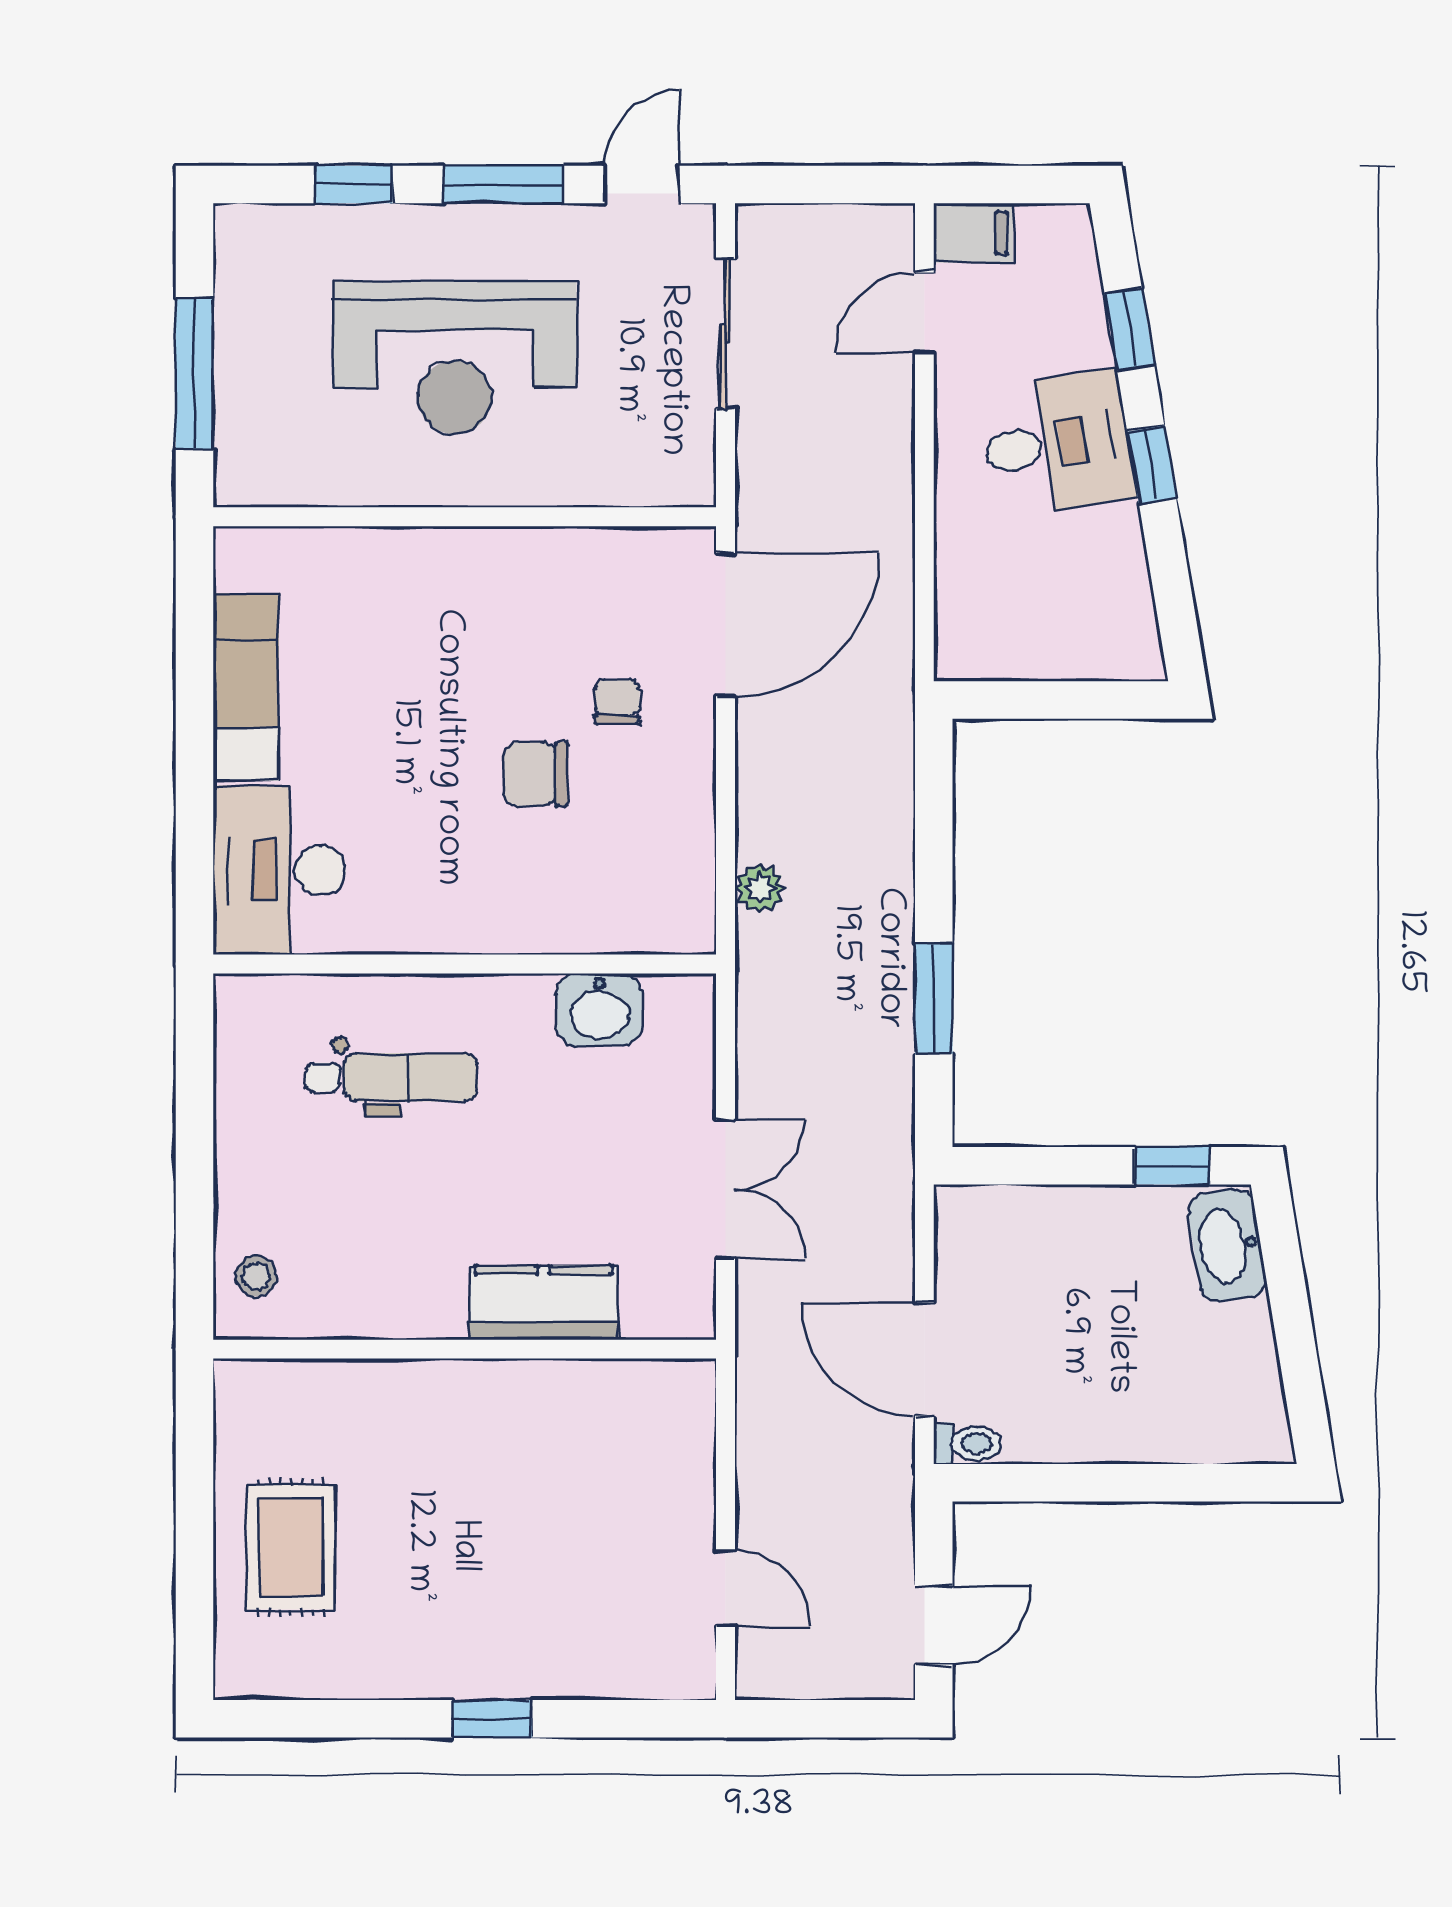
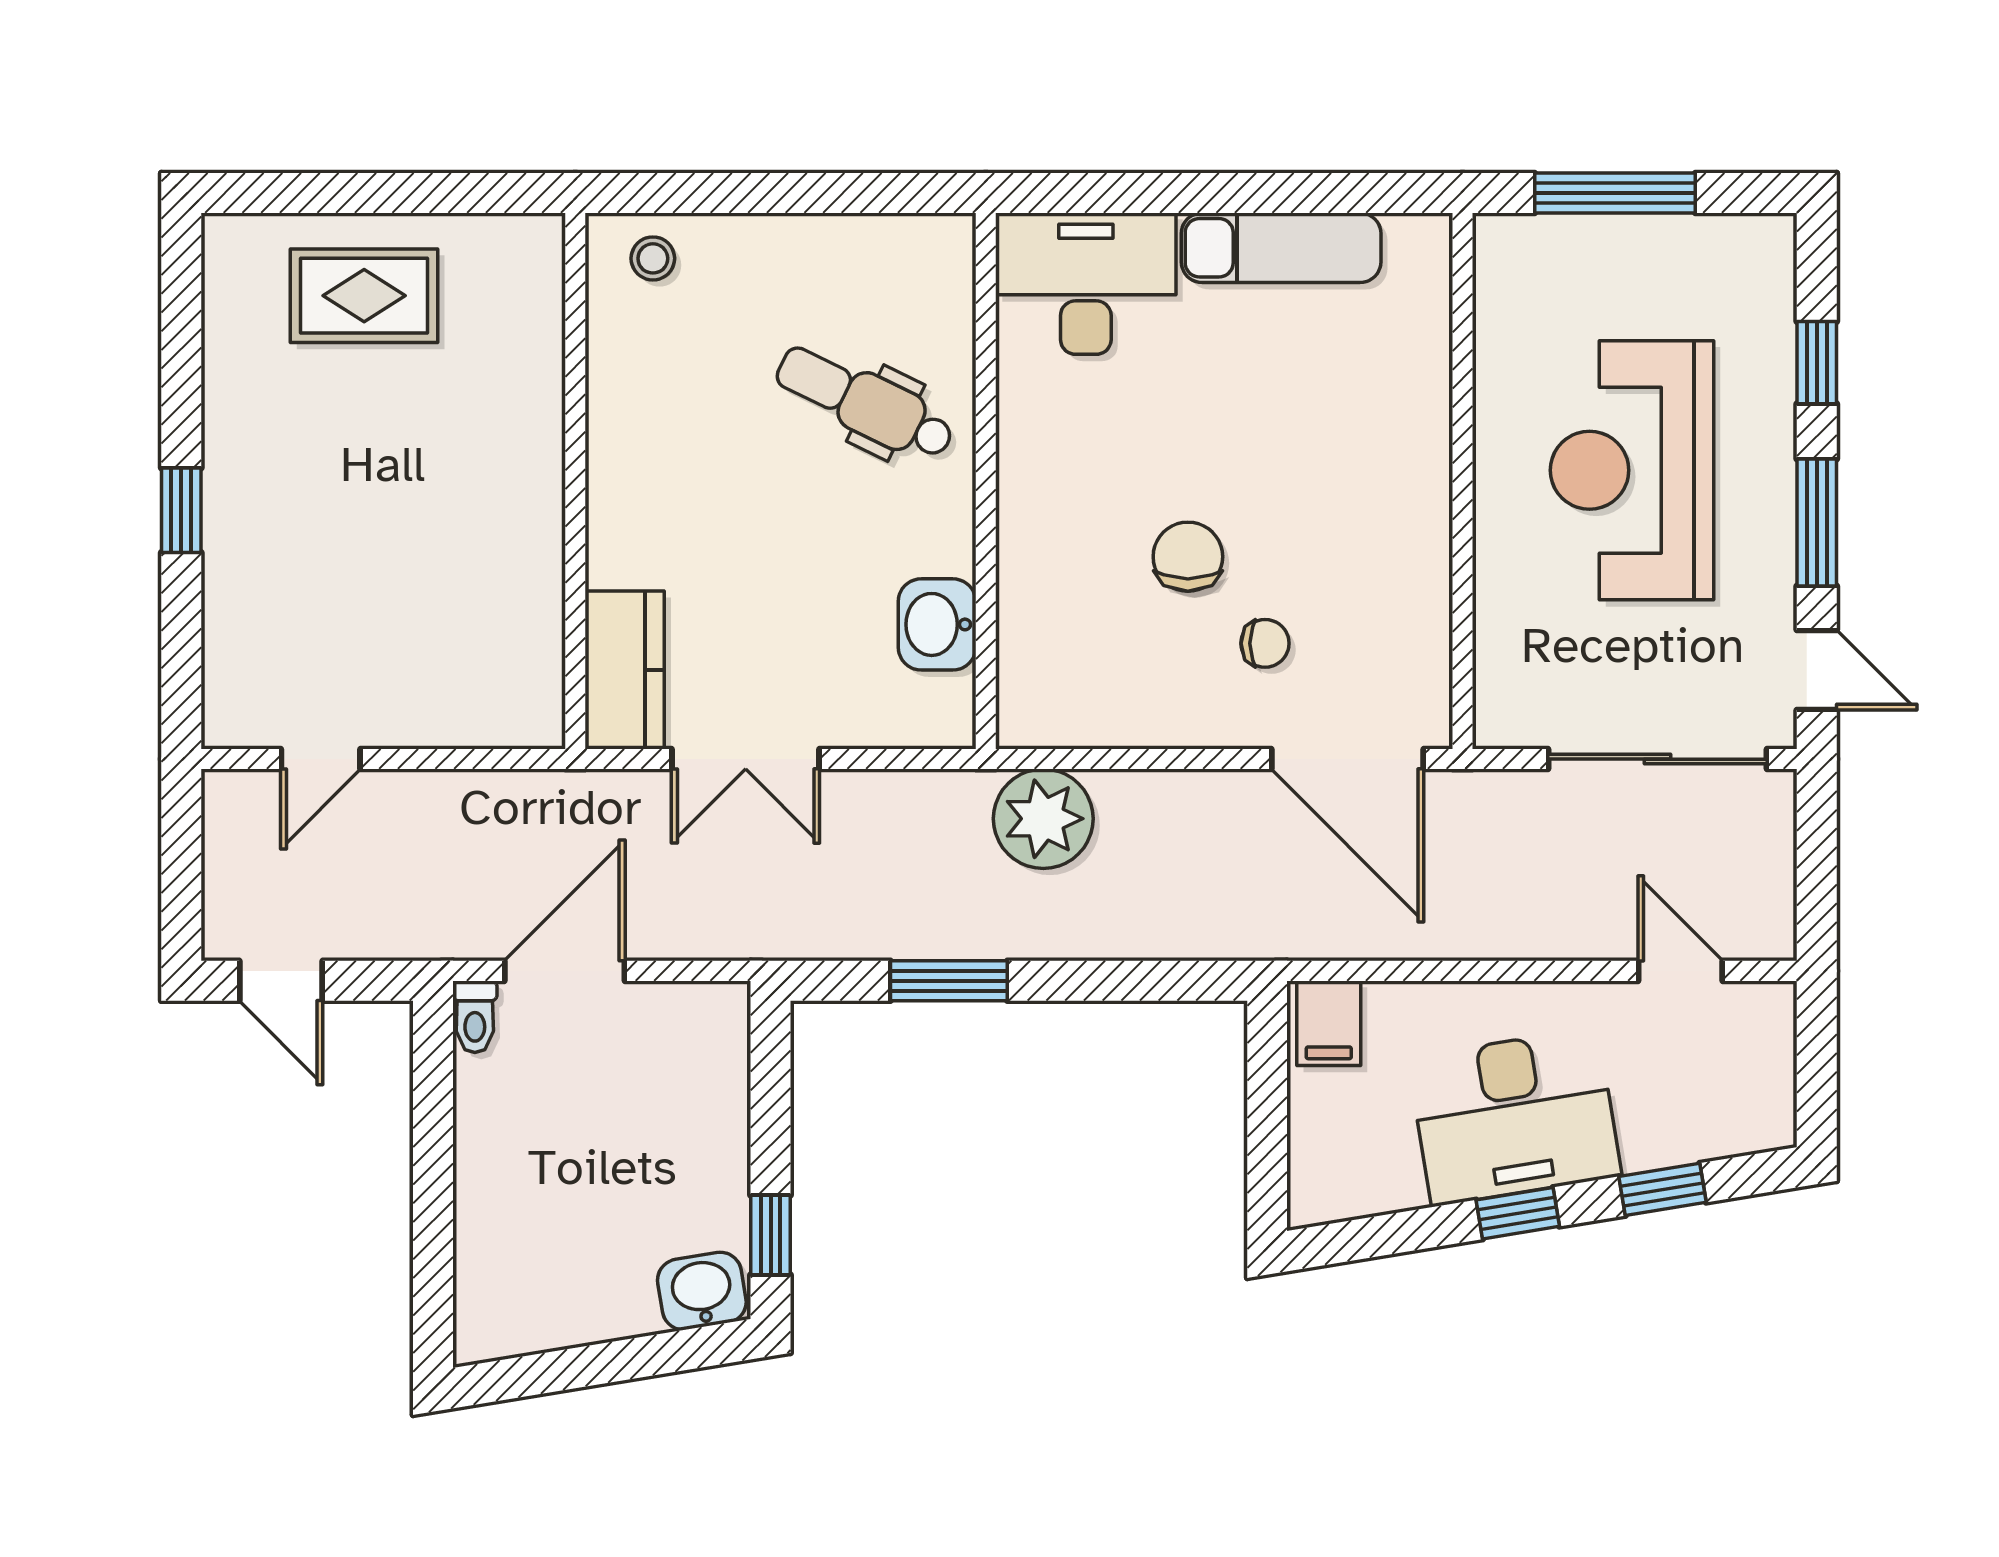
filing cabinet: (973, 233) -> (1329, 1023), moved
sliding door: (726, 334) -> (1657, 759), width x1.37
desk: (1057, 444) -> (1515, 1117), width x1.37
plant: (760, 888) -> (1043, 819), width x1.88, depth x1.88
dental chair: (392, 1077) -> (865, 403), turned 116
washbasin: (1227, 1245) -> (702, 1291), width x0.72
kitchen counter: (544, 1303) -> (625, 670), moved

